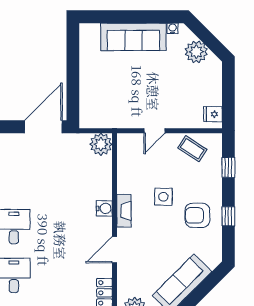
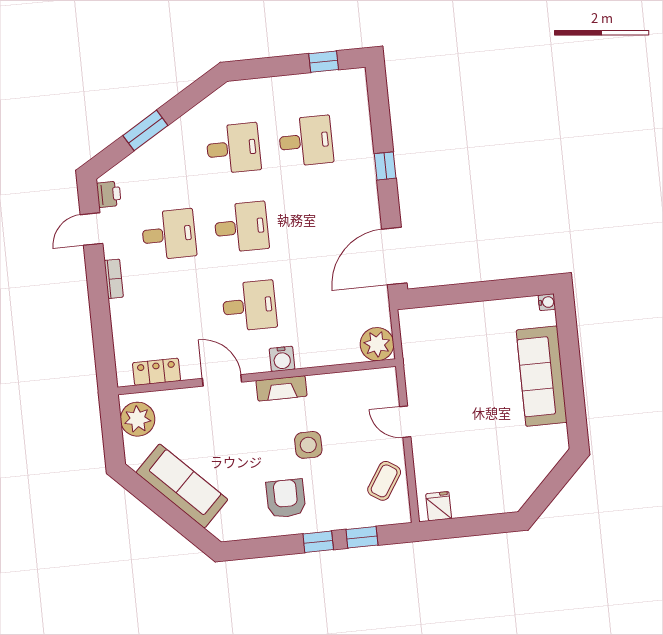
water cooler: (172, 28) -> (547, 302), moved
plant: (196, 52) -> (529, 472), removed
door: (43, 127) -> (394, 256), swing flipped
window: (228, 216) -> (318, 542), moved
desk: (67, 227) -> (249, 306), added

